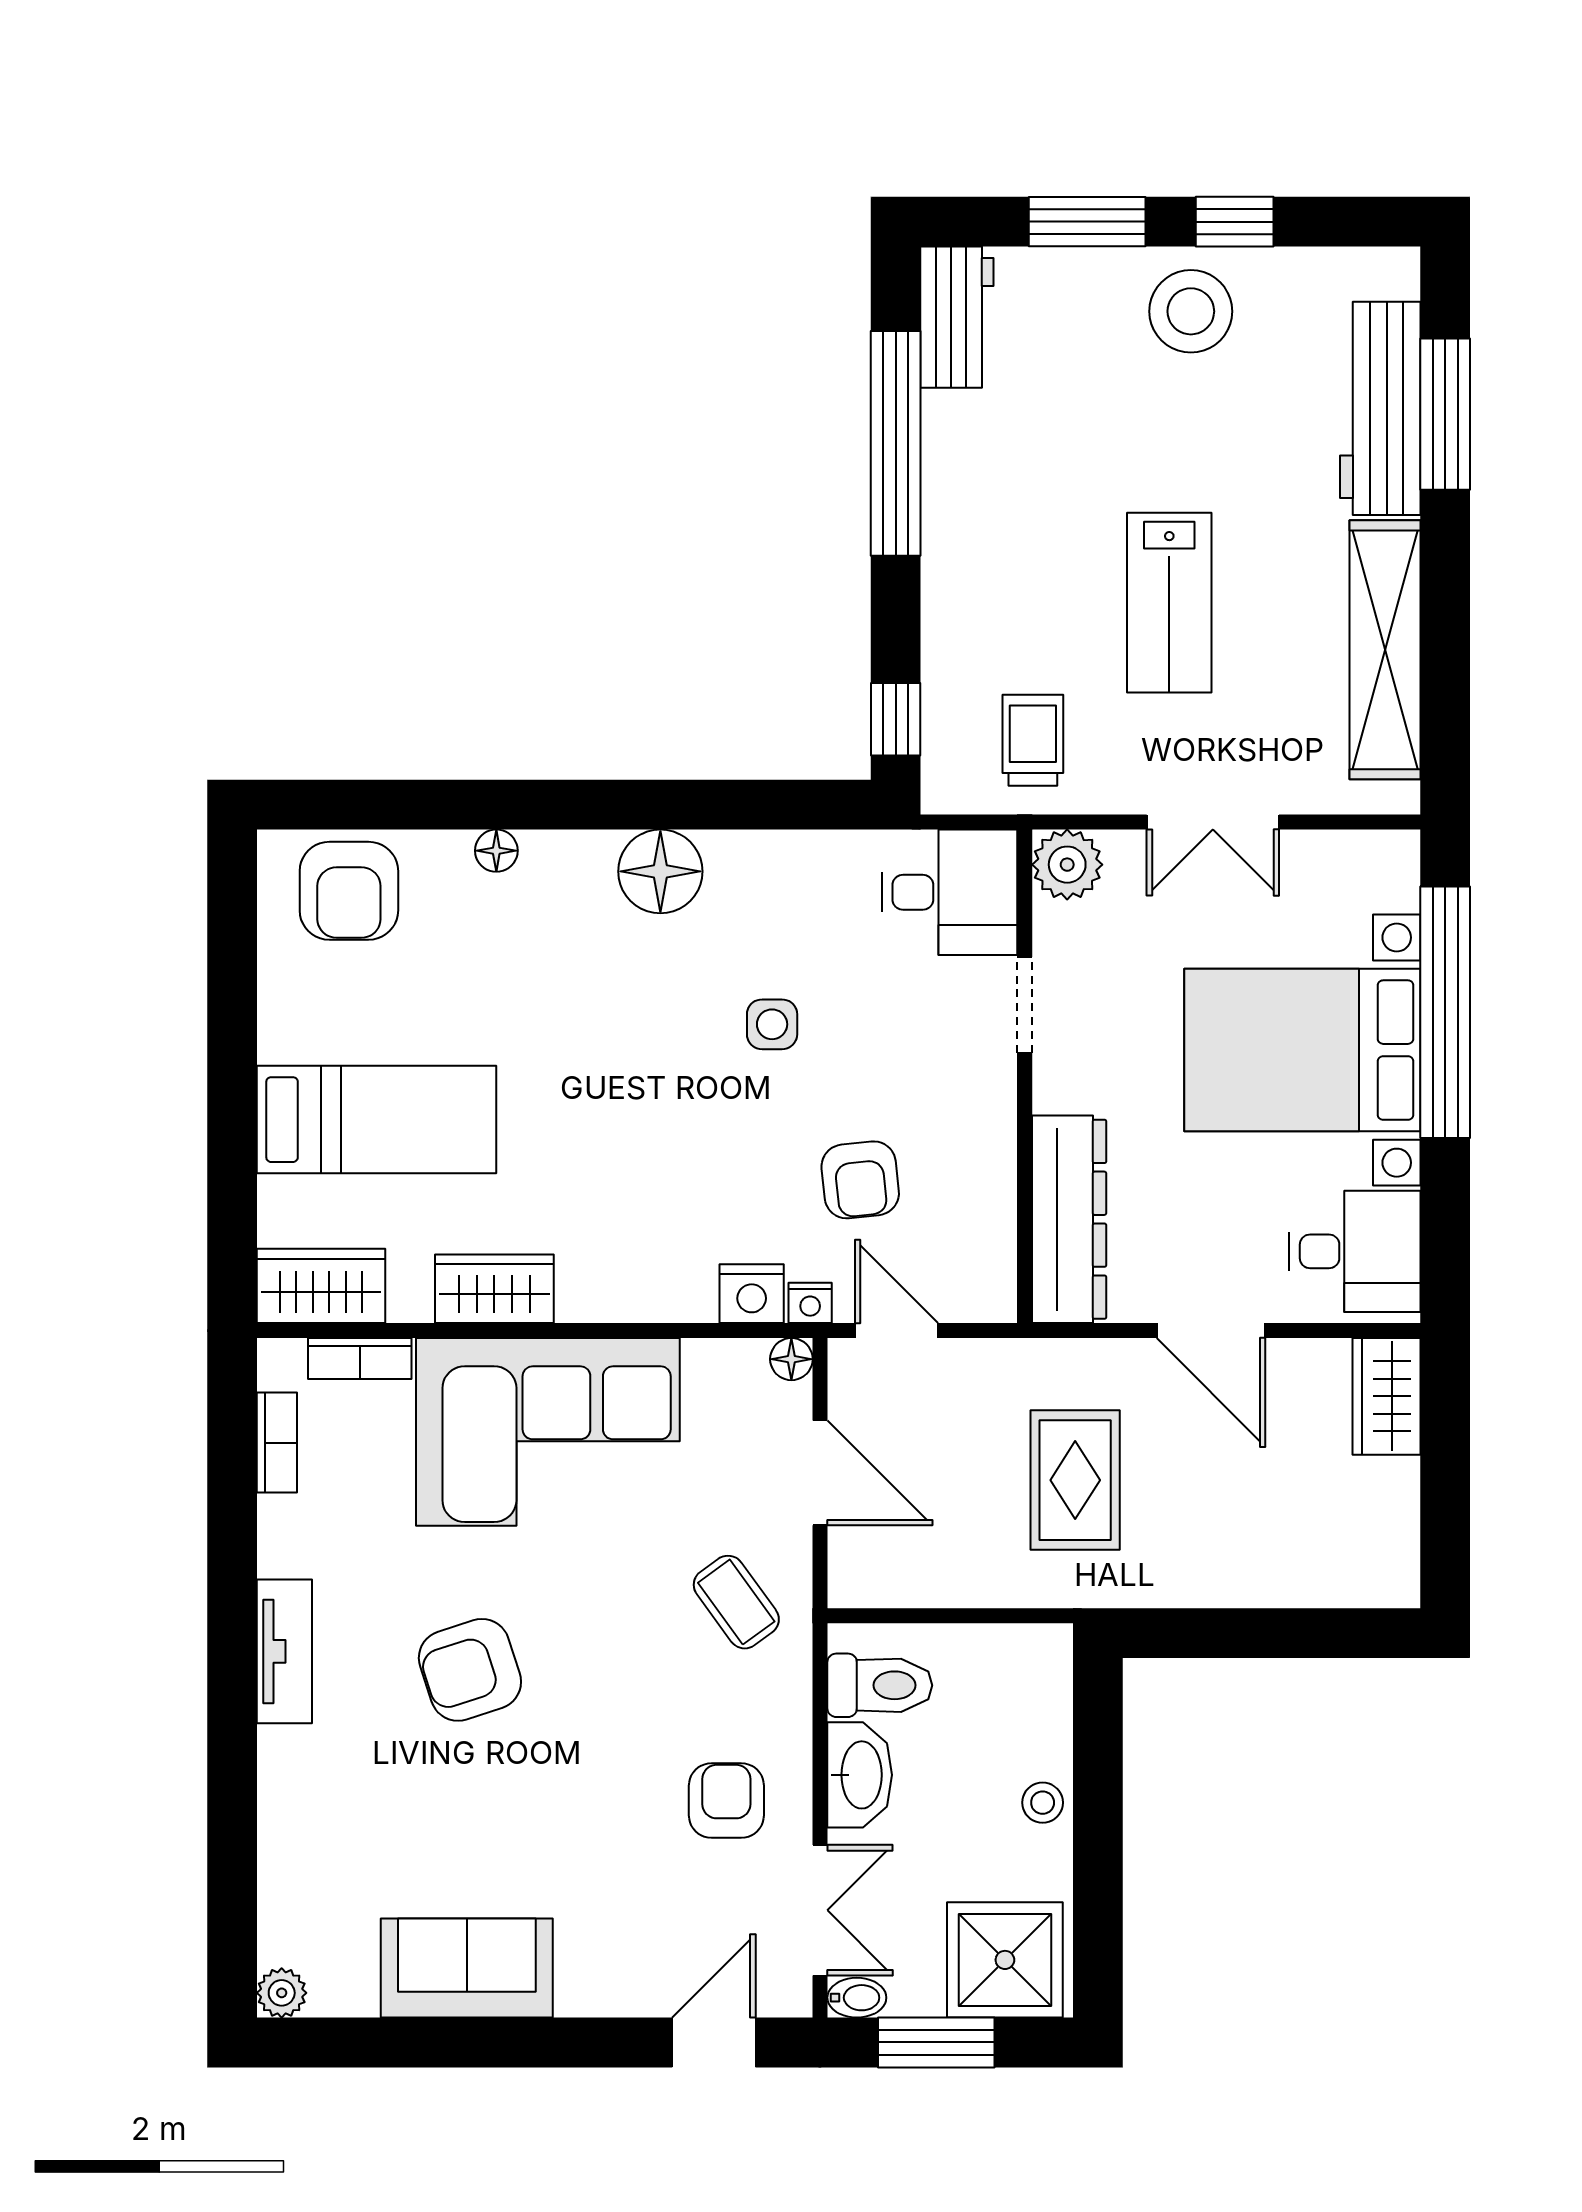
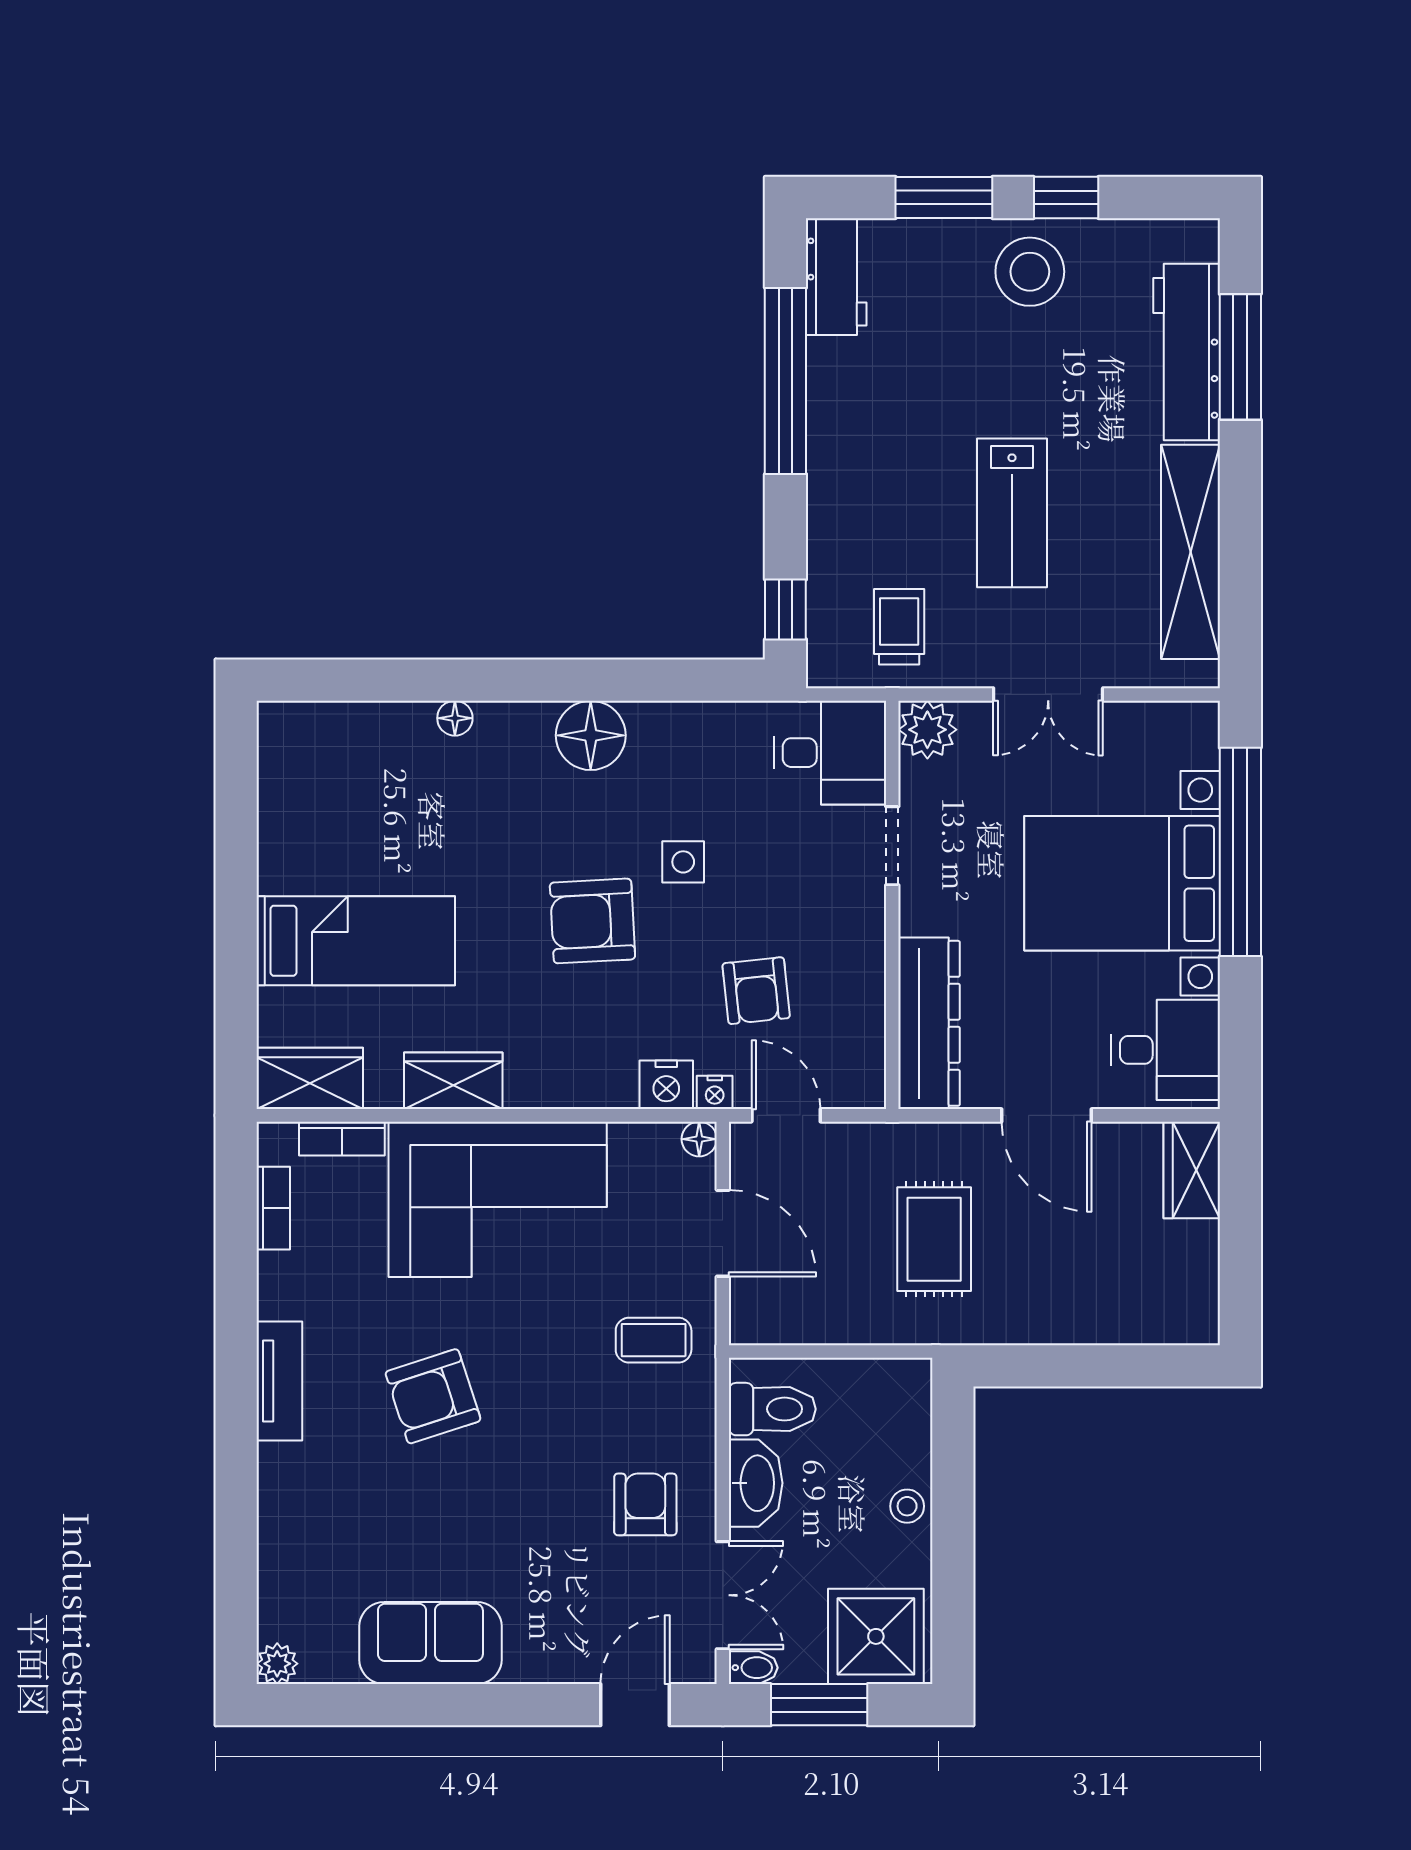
armchair: (349, 891) -> (592, 921), moved, turned 87
coffee table: (736, 1602) -> (654, 1340), turned -54

